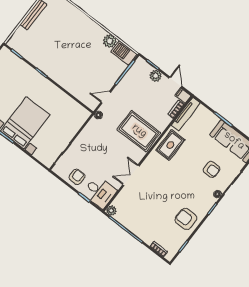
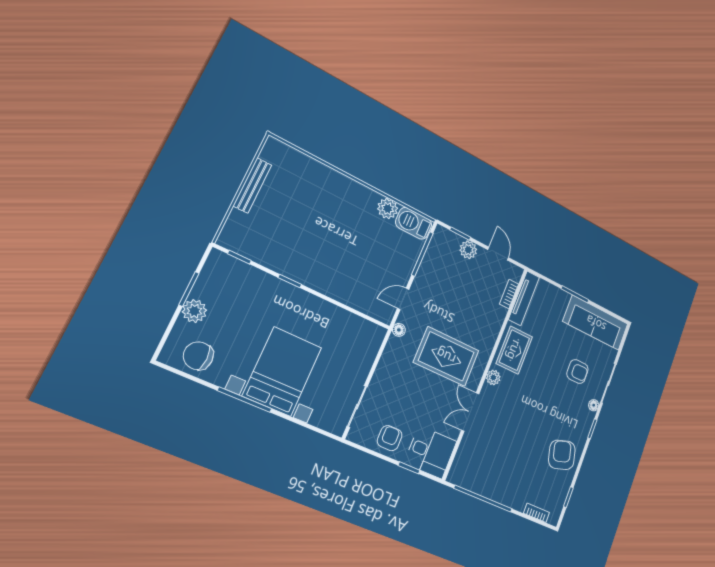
filing cabinet: (183, 96) -> (513, 272), removed
rug: (139, 131) -> (446, 356), moved
plant: (111, 211) -> (493, 378), moved
armchair: (186, 219) -> (562, 455), turned 74

